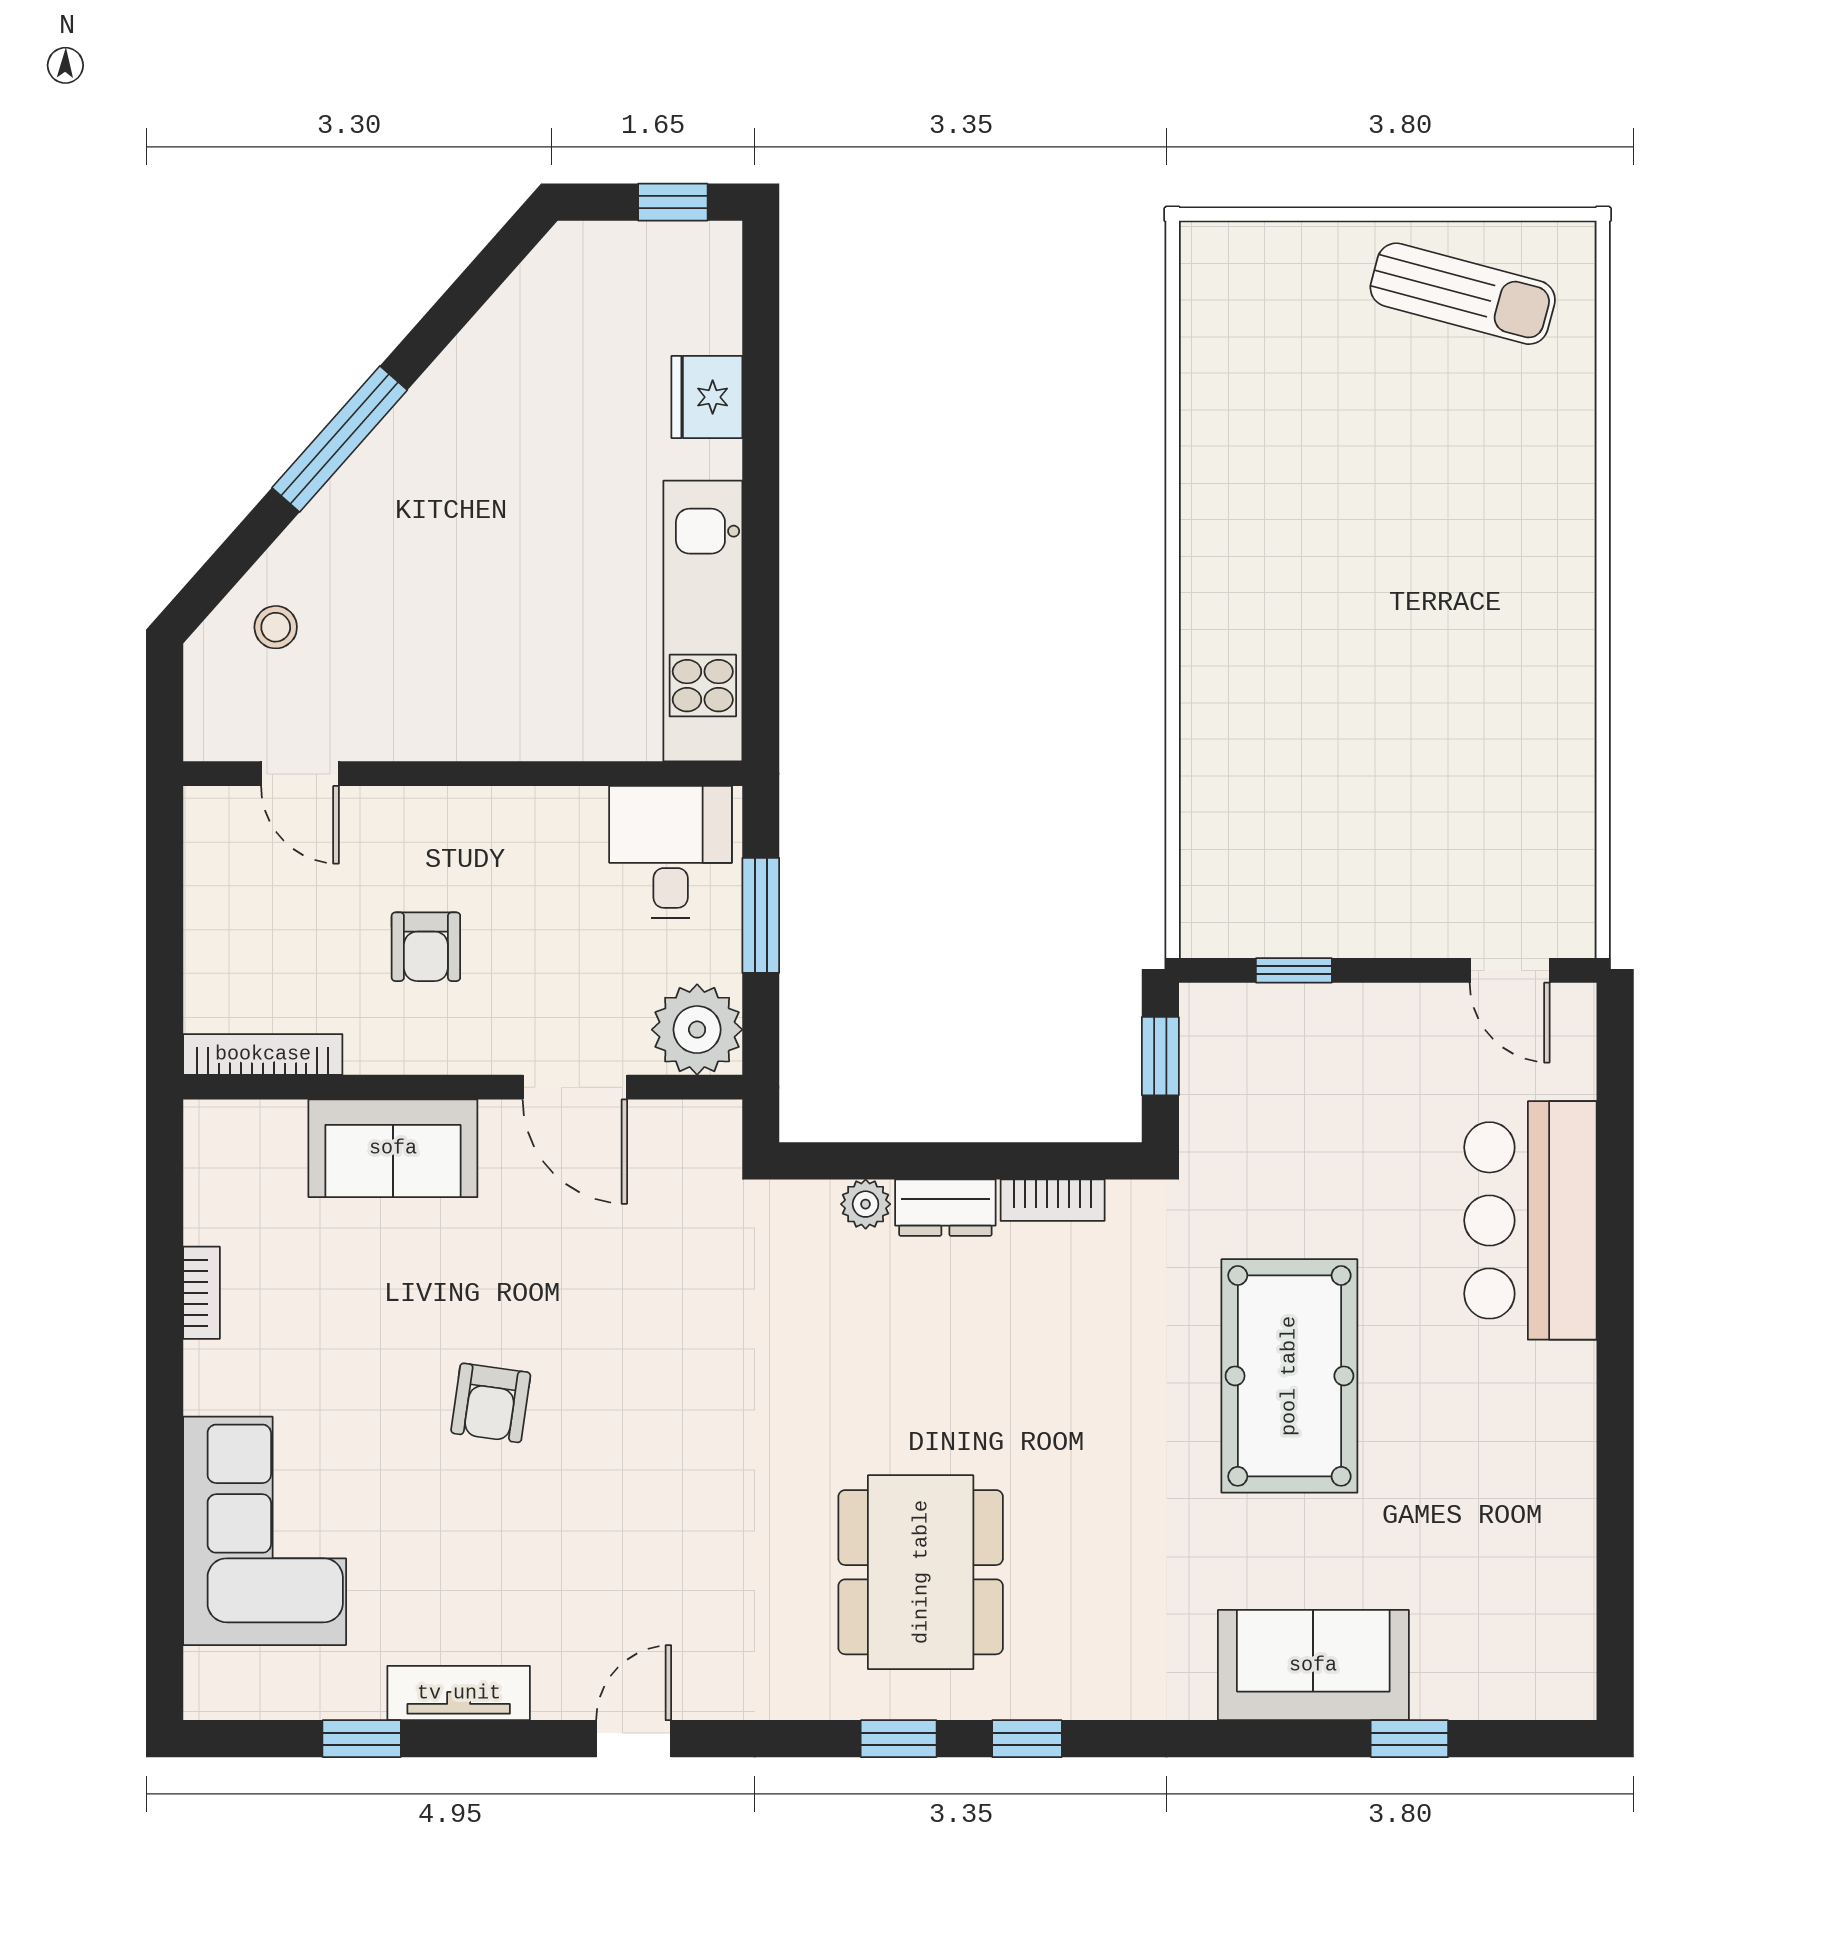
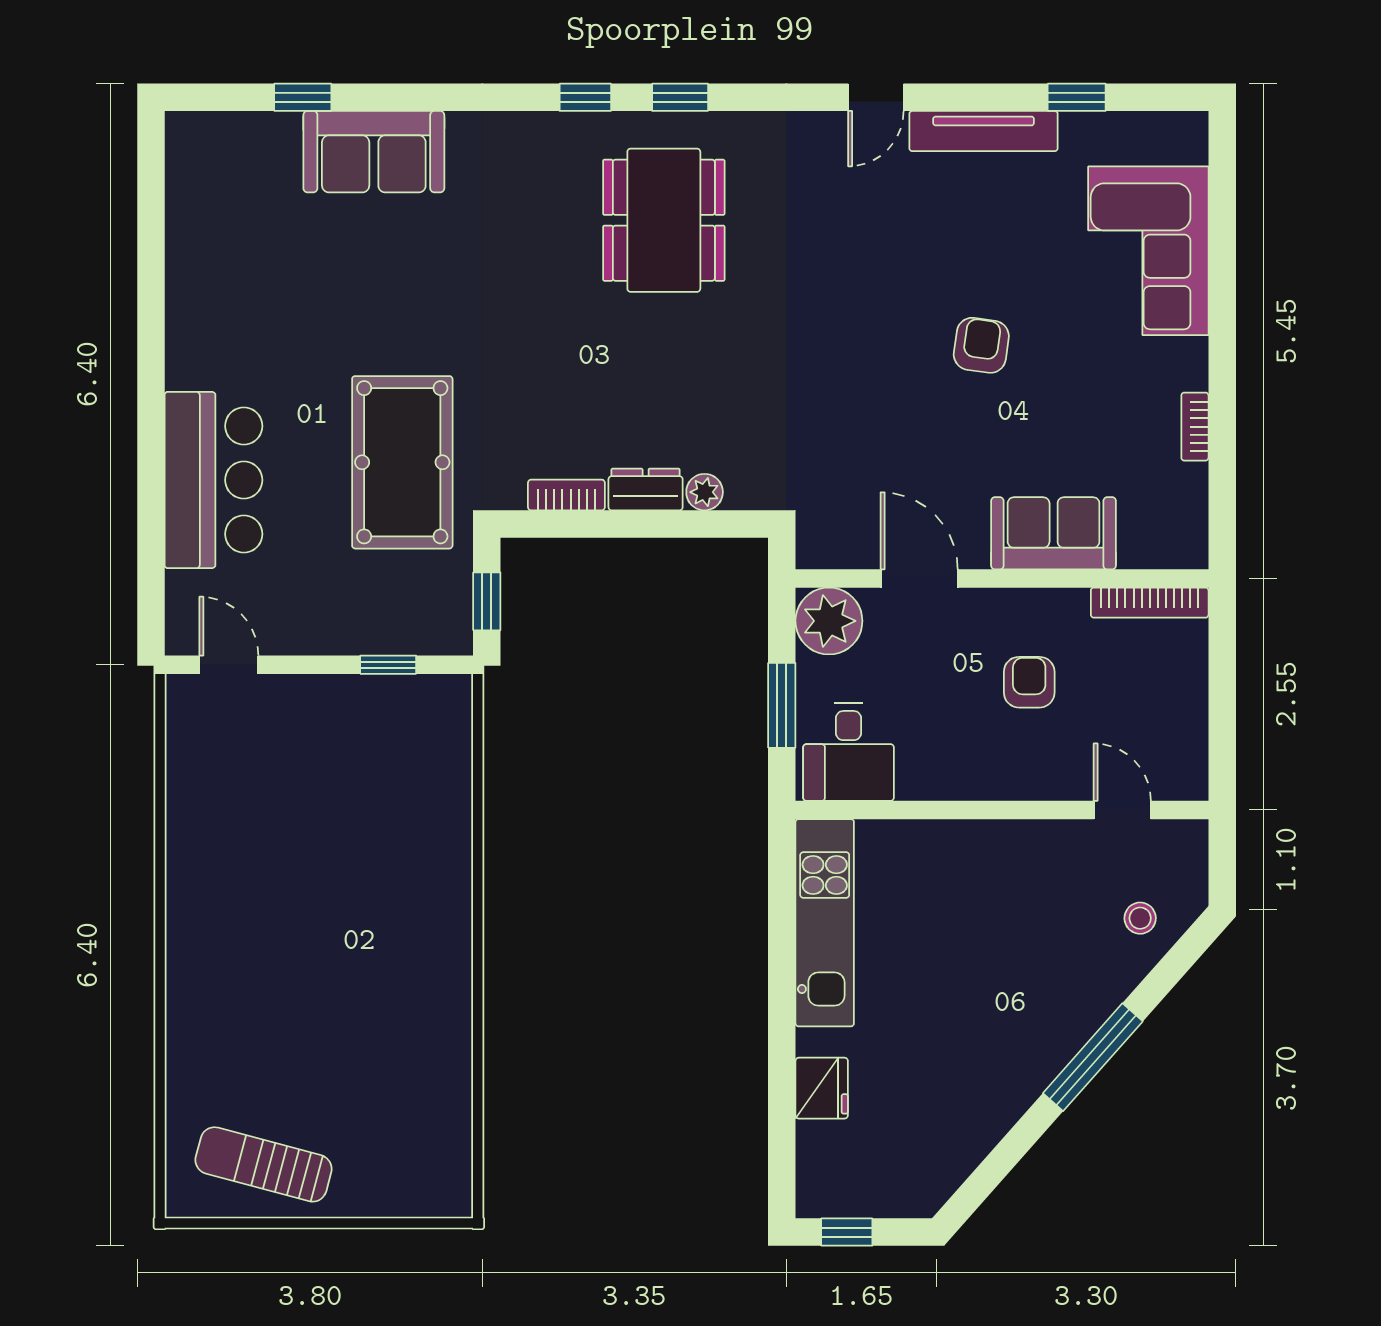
pool table: (1289, 1376) -> (402, 462), moved
tv unit: (459, 1693) -> (984, 131), width x1.41

